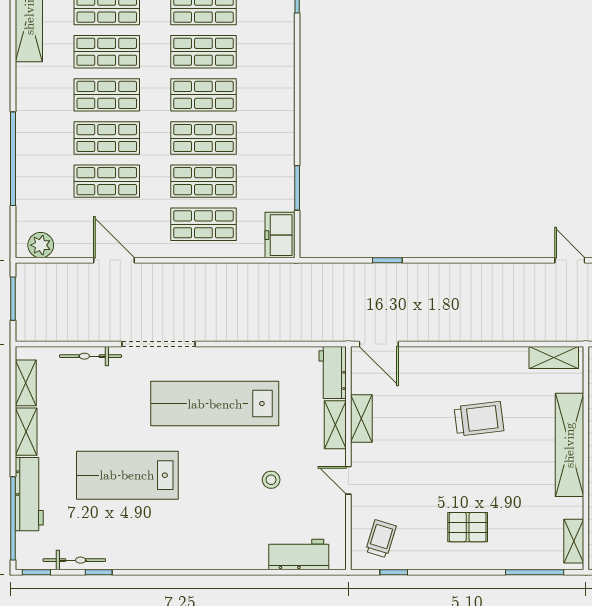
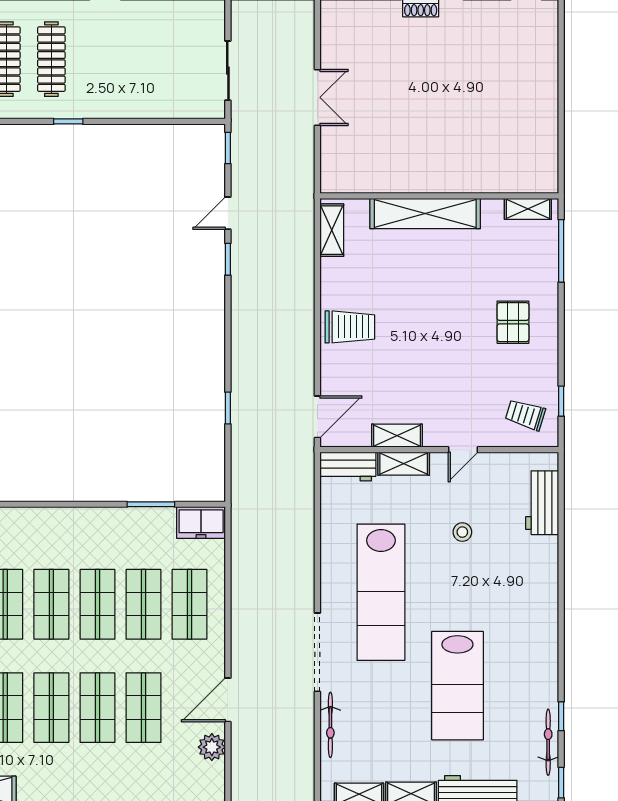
plant: (41, 245) -> (212, 747), moved
window: (527, 260) -> (228, 259), added
trolley: (479, 419) -> (350, 327), moved, turned 97

